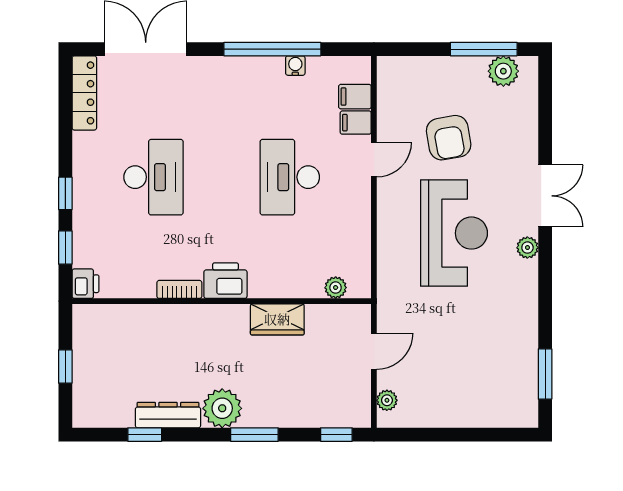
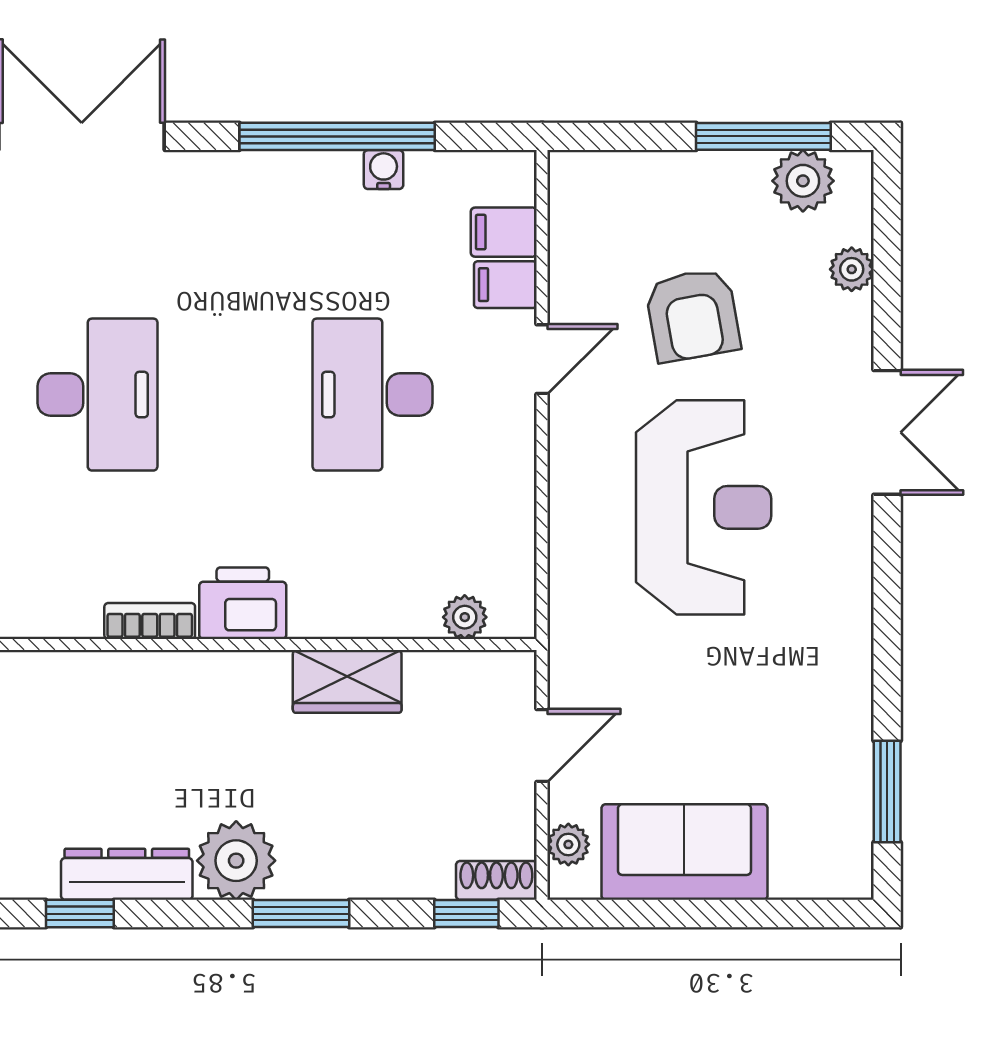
plant: (527, 248) -> (852, 269), moved
sofa: (445, 404) -> (684, 852), added
shoe rack: (351, 418) -> (496, 880), added

